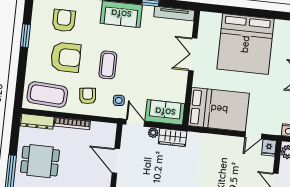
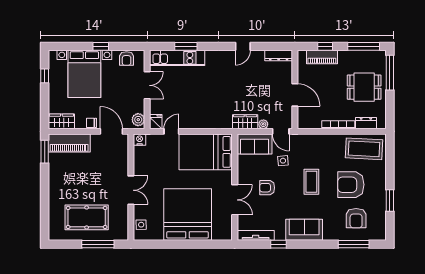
armchair: (88, 96) -> (267, 188), moved, turned 96
side table: (119, 100) -> (283, 161), moved
dresser: (37, 121) -> (366, 123), width x0.70

